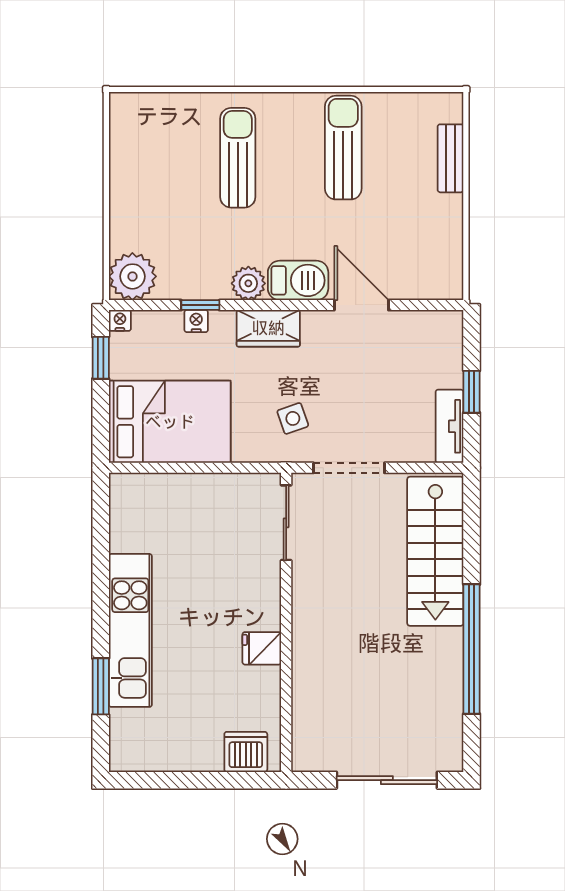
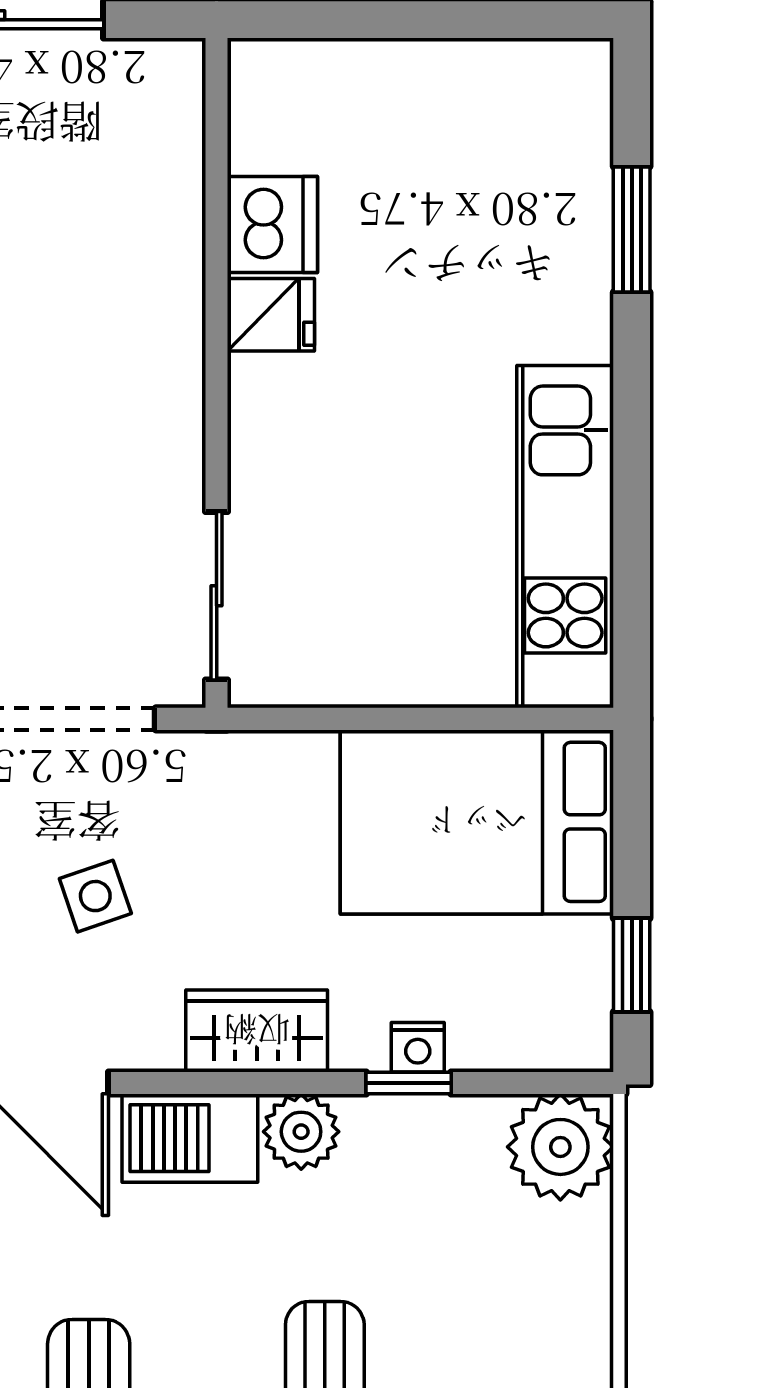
nightstand: (120, 320) -> (589, 1049), removed
side table: (293, 418) -> (95, 896), moved
kitchen unit: (130, 630) -> (565, 537), moved
dishwasher: (246, 752) -> (272, 224), moved, turned -90

